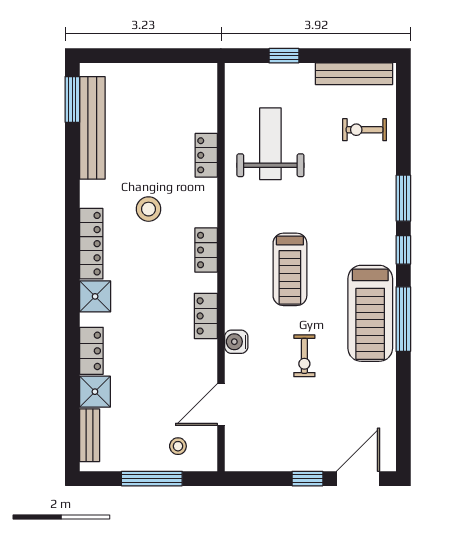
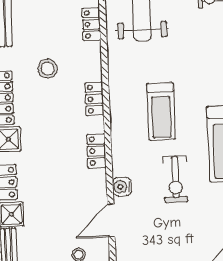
water cooler: (236, 342) -> (122, 187), moved
exercise bike: (304, 356) -> (175, 179), width x1.38, depth x1.39

